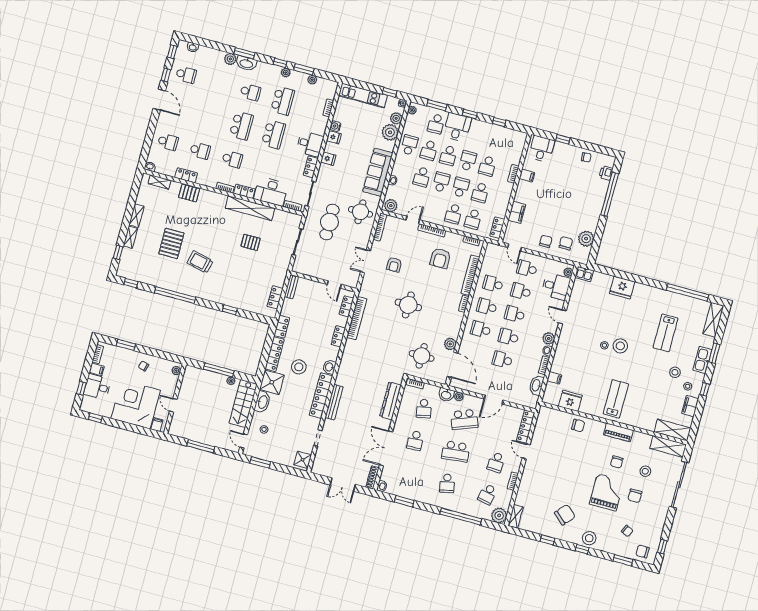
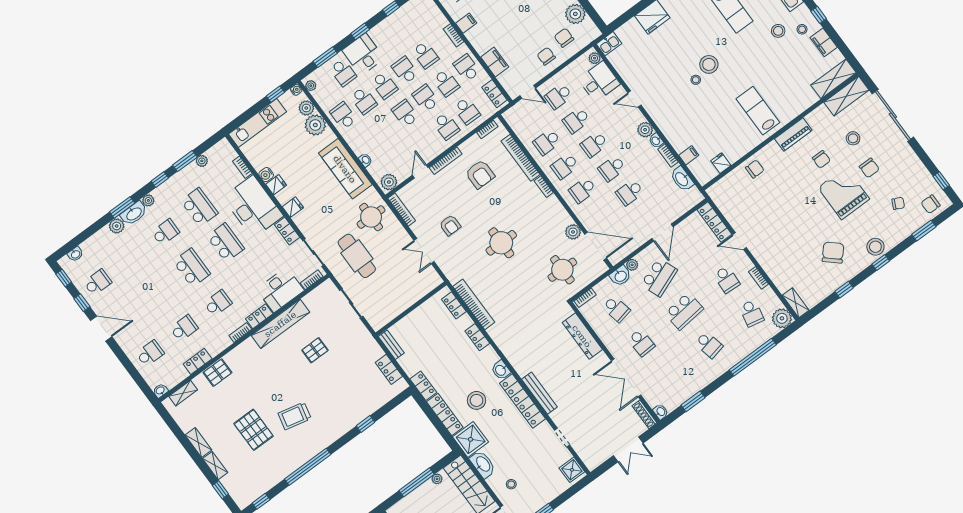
plant: (286, 73) -> (148, 200), moved
desk: (310, 144) -> (253, 207), width x1.87, depth x1.30
school desk: (422, 177) -> (467, 68), moved, turned 180
door: (334, 284) -> (423, 300), removed
fridge: (570, 401) -> (721, 163), width x0.53, depth x0.75

